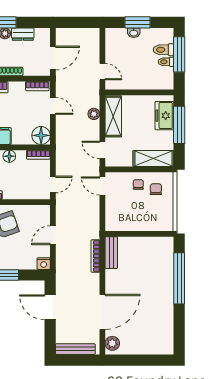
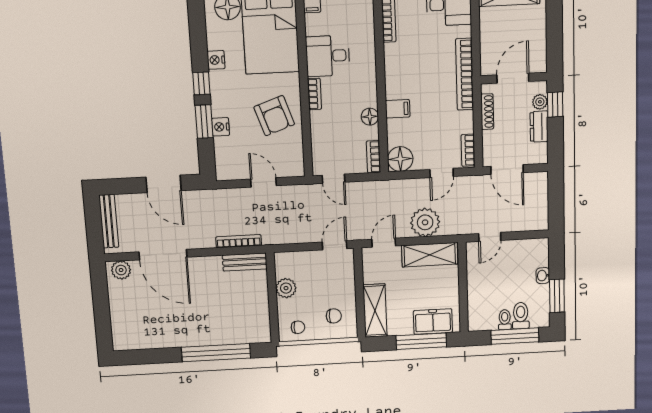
window: (138, 22) -> (557, 296), moved
plant: (94, 114) -> (425, 222), width x1.87, depth x1.87
chair: (138, 184) -> (298, 327), moved
plant: (133, 223) -> (286, 288), added
nightstand: (44, 264) -> (221, 127), moved
door: (50, 307) -> (164, 184), swing flipped

